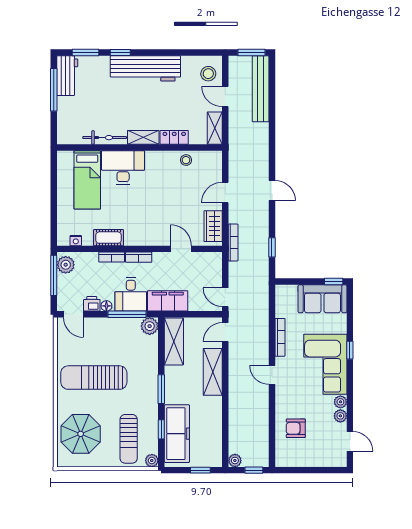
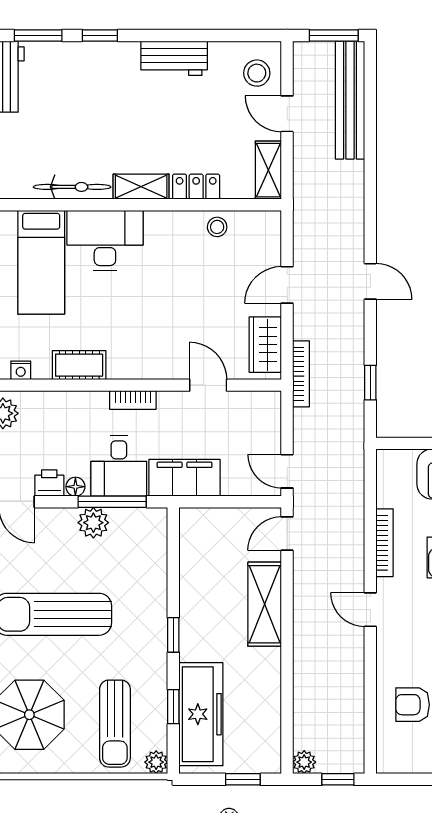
workbench: (145, 68) -> (174, 58), width x0.53, depth x0.76
bookcase: (112, 257) -> (85, 400), removed
plant: (150, 326) -> (93, 523), moved
shelving: (174, 341) -> (196, 550), removed
window: (161, 389) -> (173, 635), width x0.67

